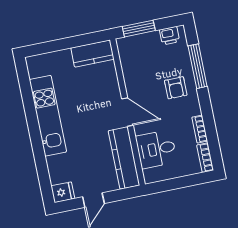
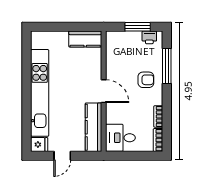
window: (139, 29) -> (138, 27), moved
armchair: (176, 88) -> (146, 80), turned -90
kitchen unit: (48, 116) -> (40, 93), width x1.36
desk: (156, 149) -> (120, 138), moved

